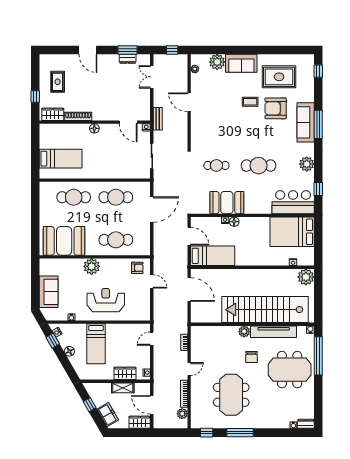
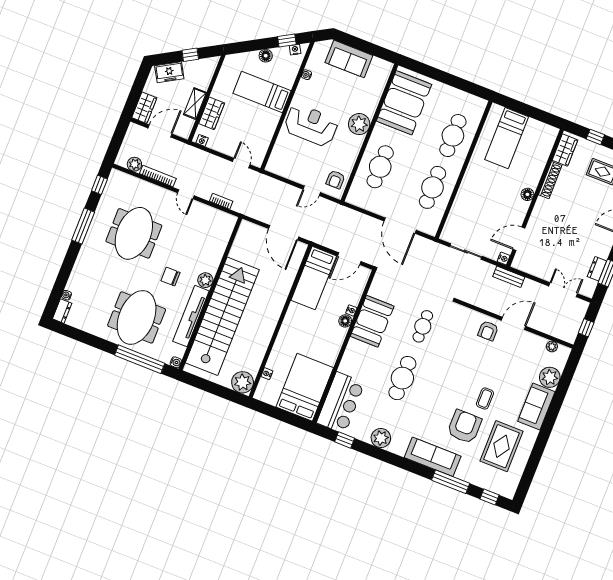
armchair: (201, 118) -> (488, 331), added
window: (318, 124) -> (451, 482), moved
door: (189, 290) -> (284, 233), hinge flipped
reception desk: (106, 300) -> (311, 125), turned -90
meeting table: (231, 395) -> (134, 233), turned 90

